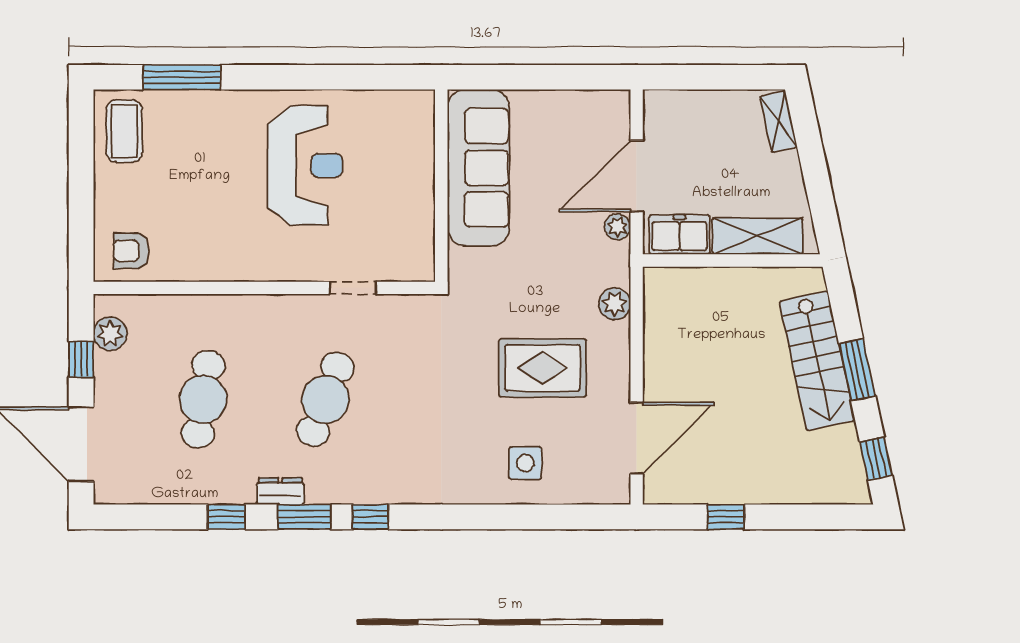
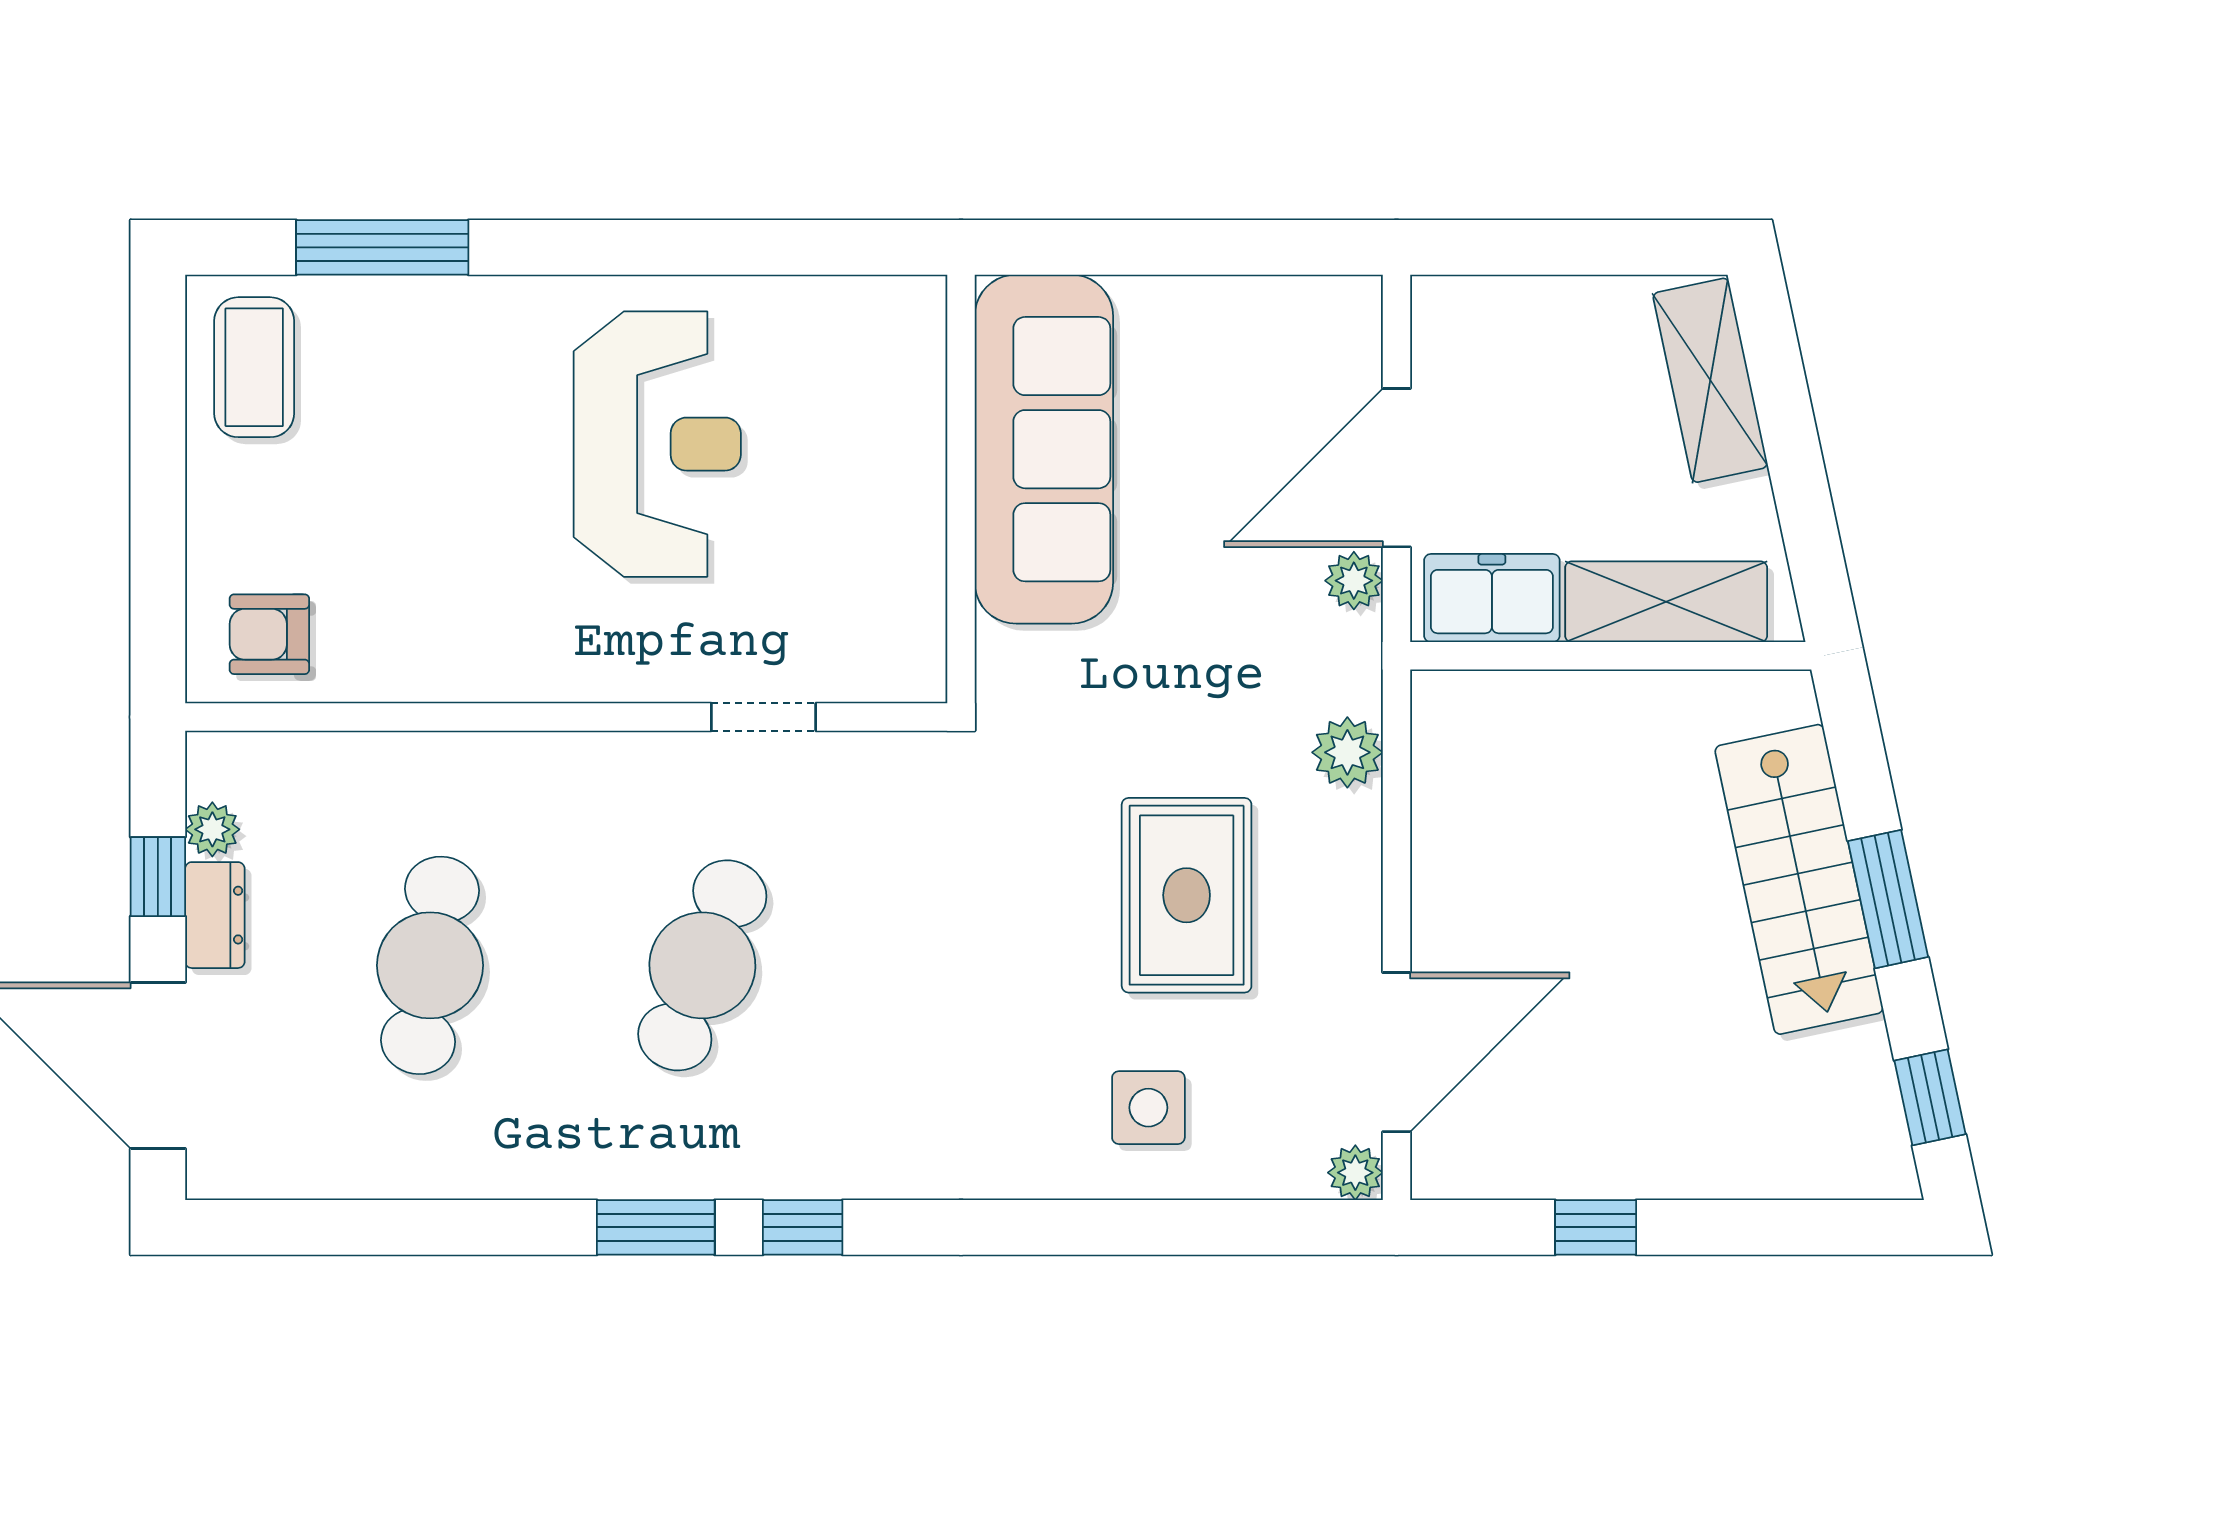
shelving: (779, 122) -> (1710, 380), width x1.50, depth x1.33
plant: (110, 334) -> (212, 829), width x0.73, depth x0.73
rug: (542, 368) -> (1187, 895), turned 90
dresser: (280, 491) -> (215, 915), moved, turned 90
plant: (618, 492) -> (1355, 1173), added
window: (226, 517) -> (482, 1227), removed

